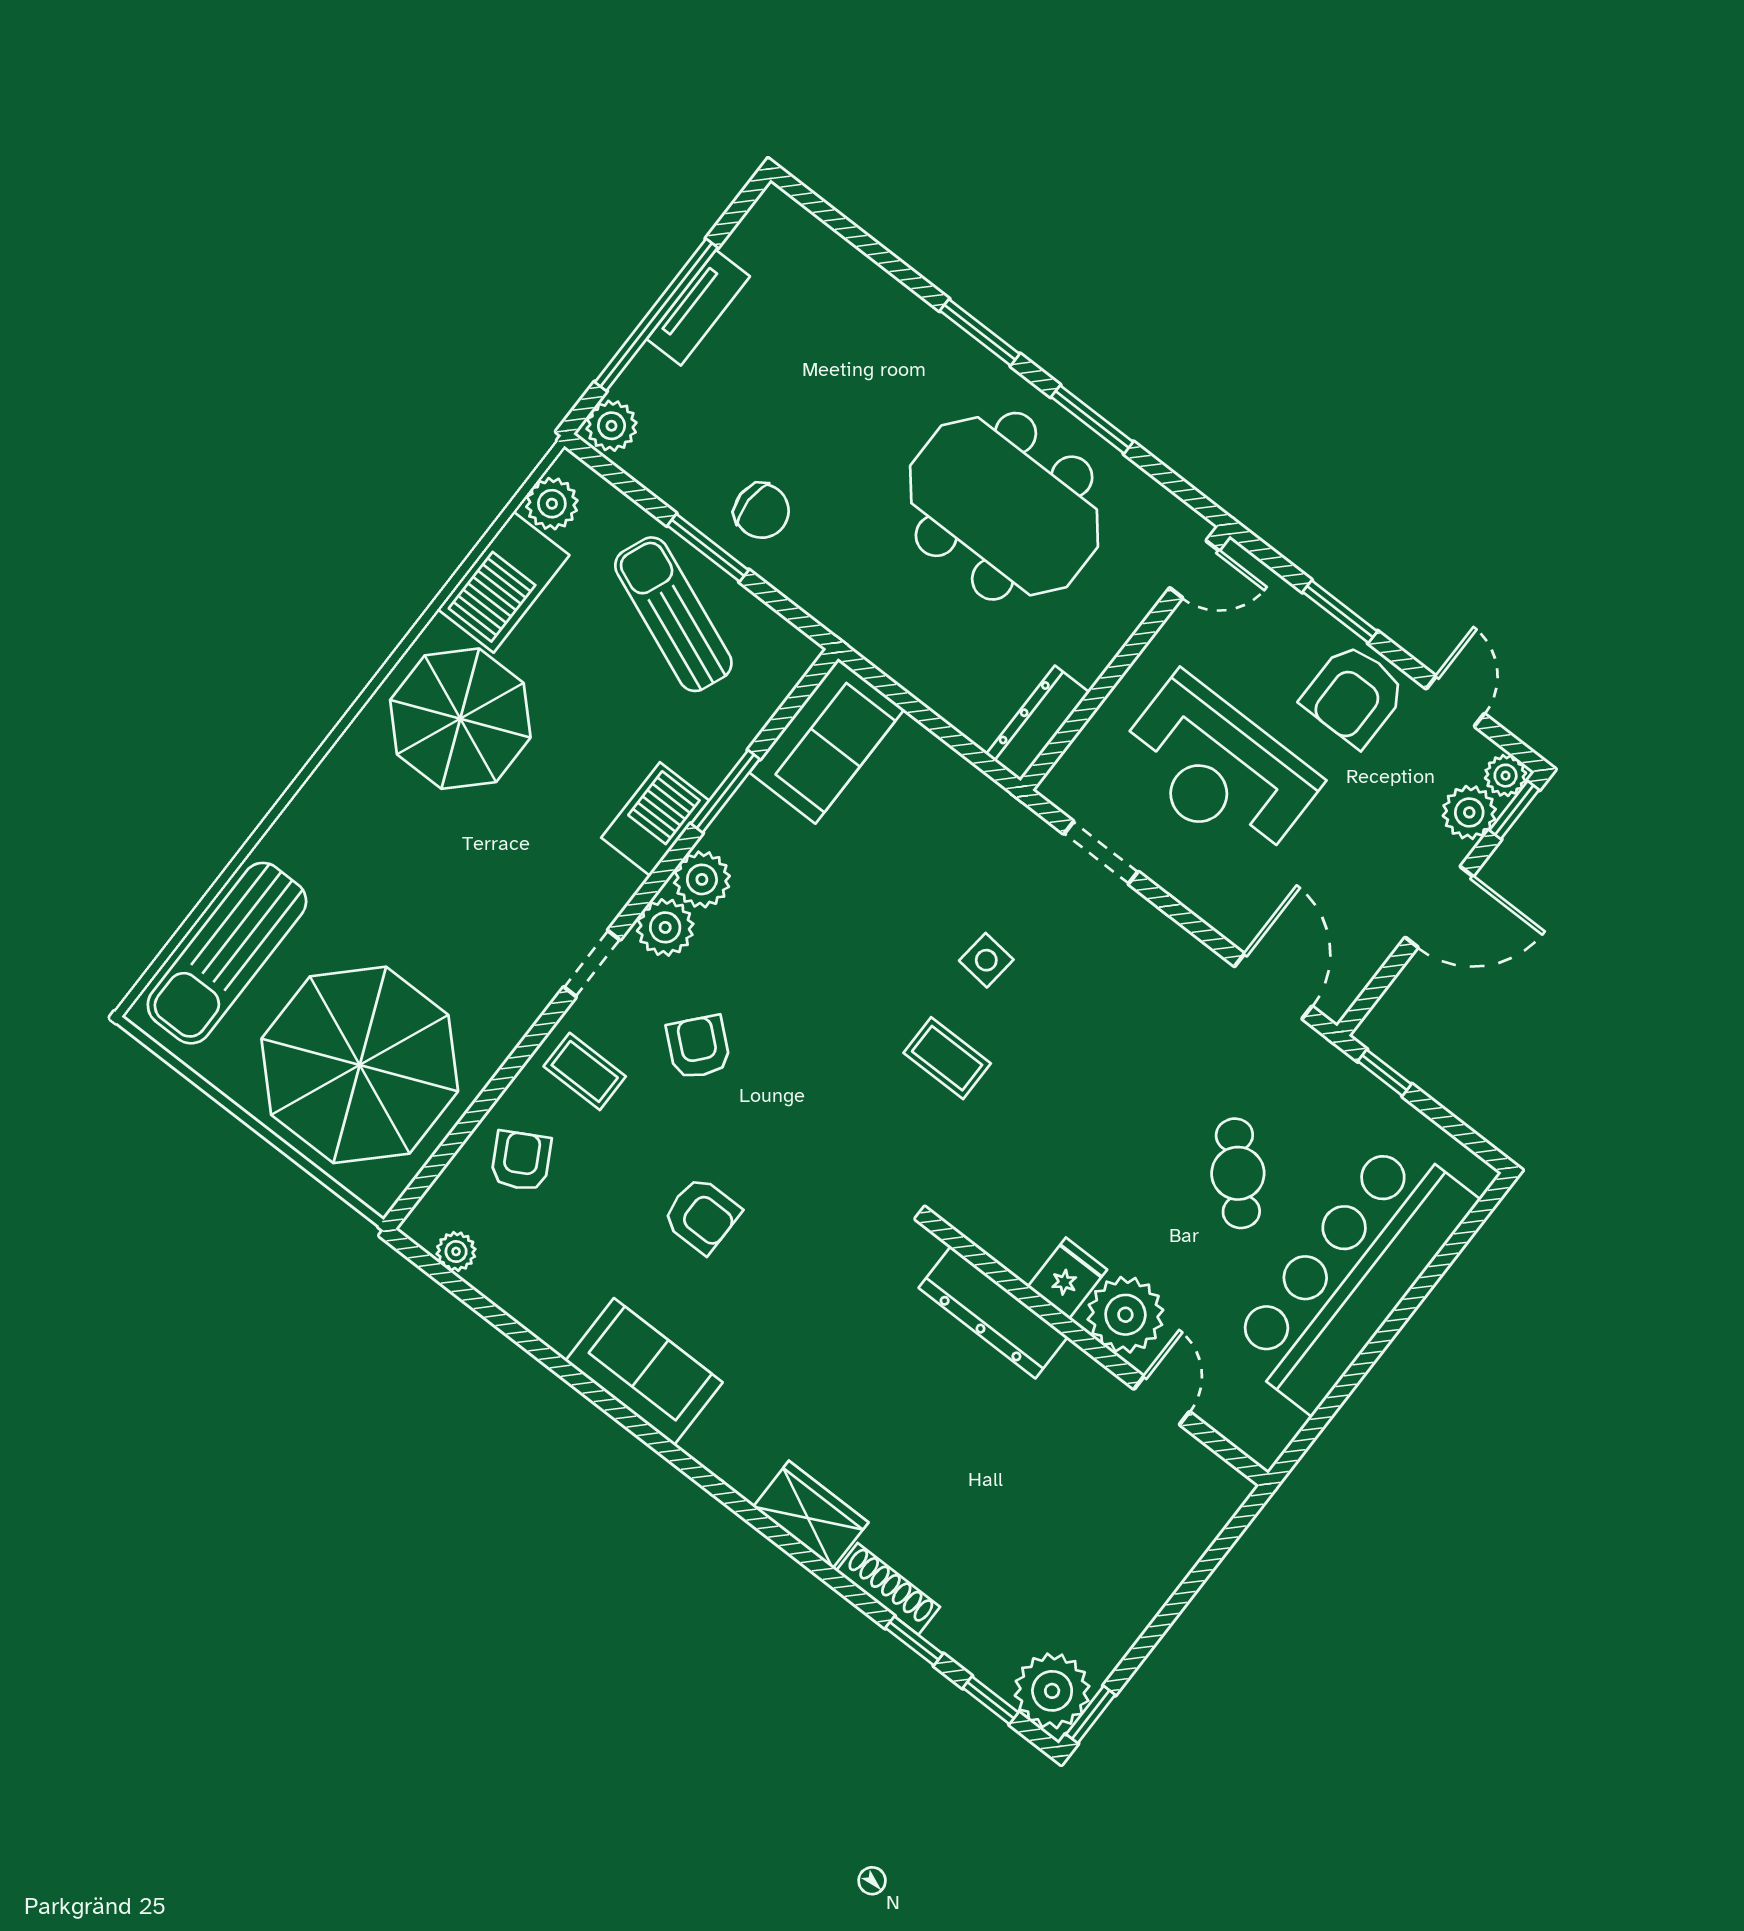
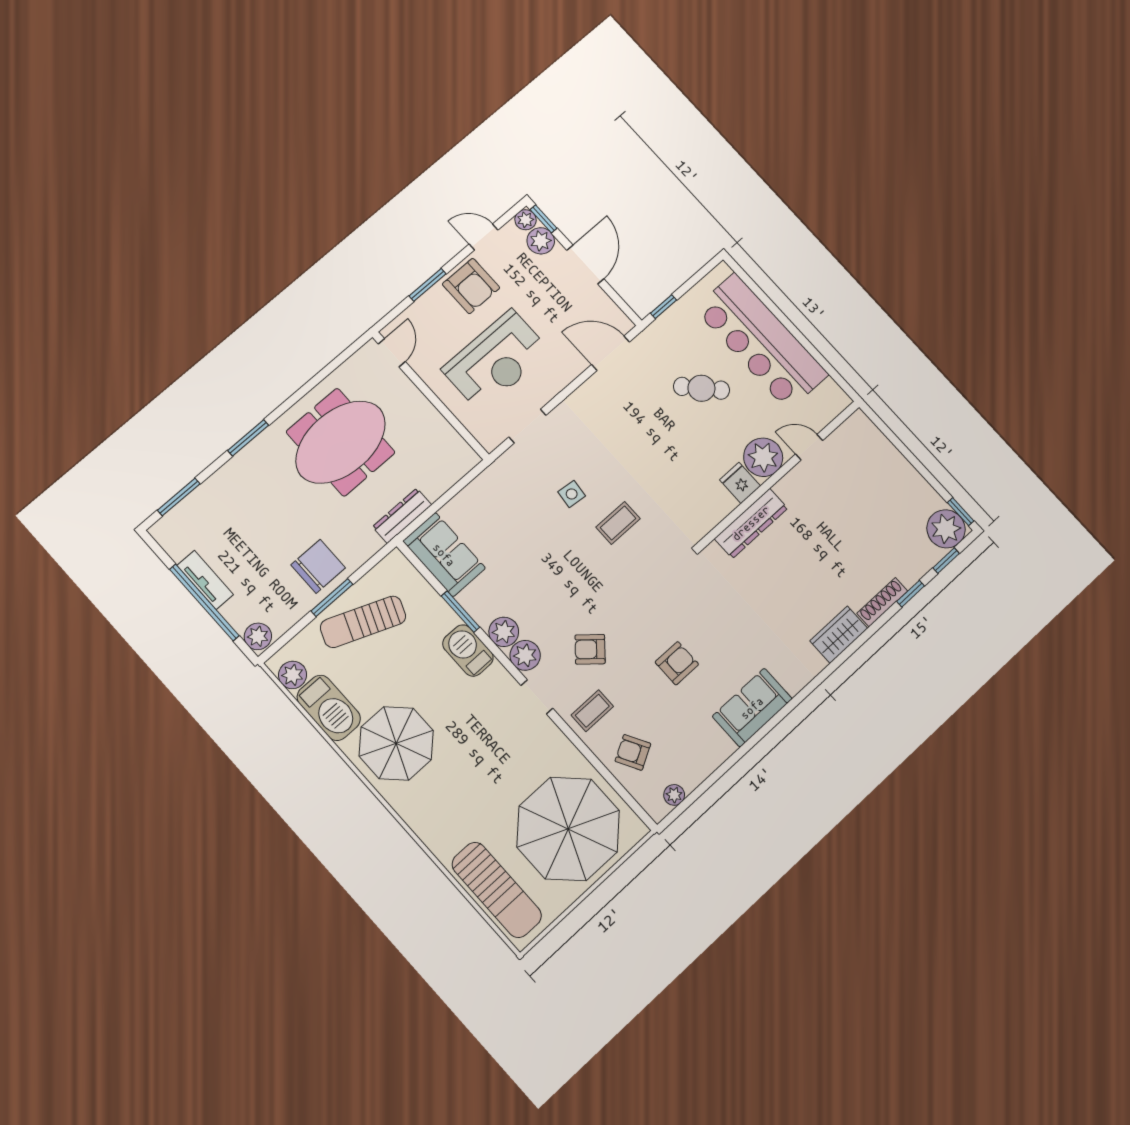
window: (1092, 419) -> (179, 497), moved
chair: (762, 511) -> (318, 566), width x1.37, depth x1.37
dresser: (1038, 723) -> (402, 516), moved, turned 90

